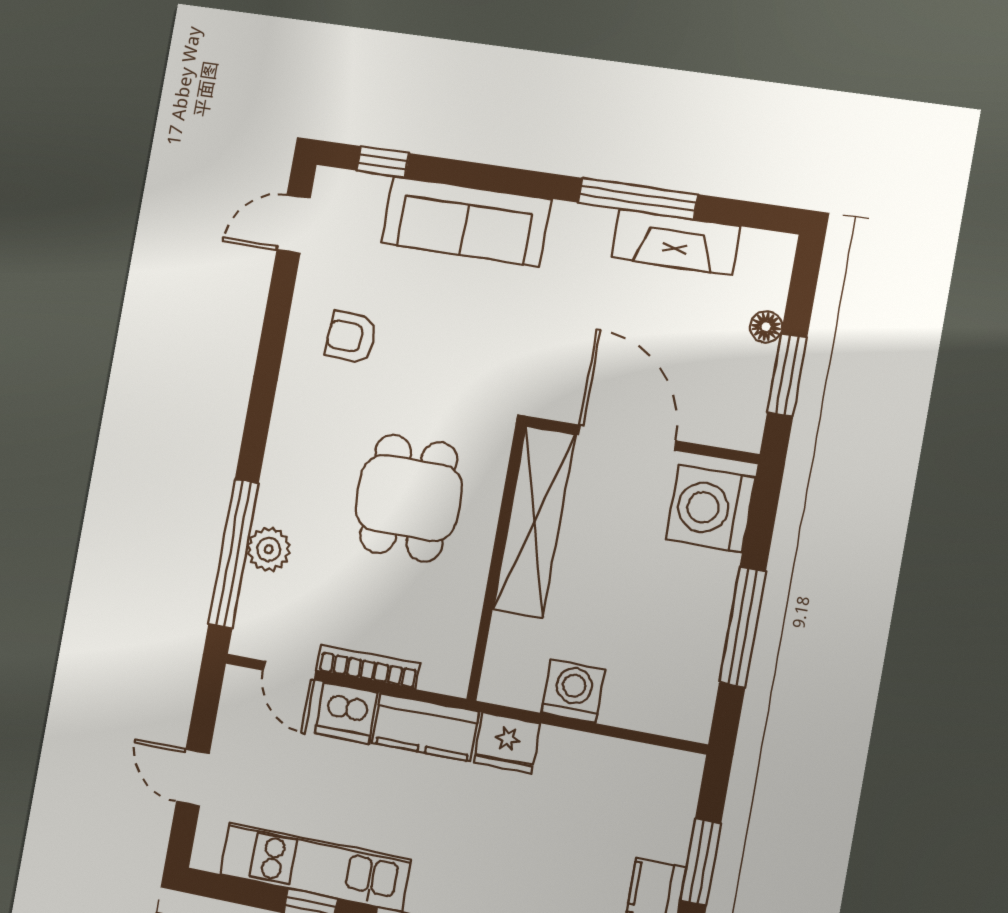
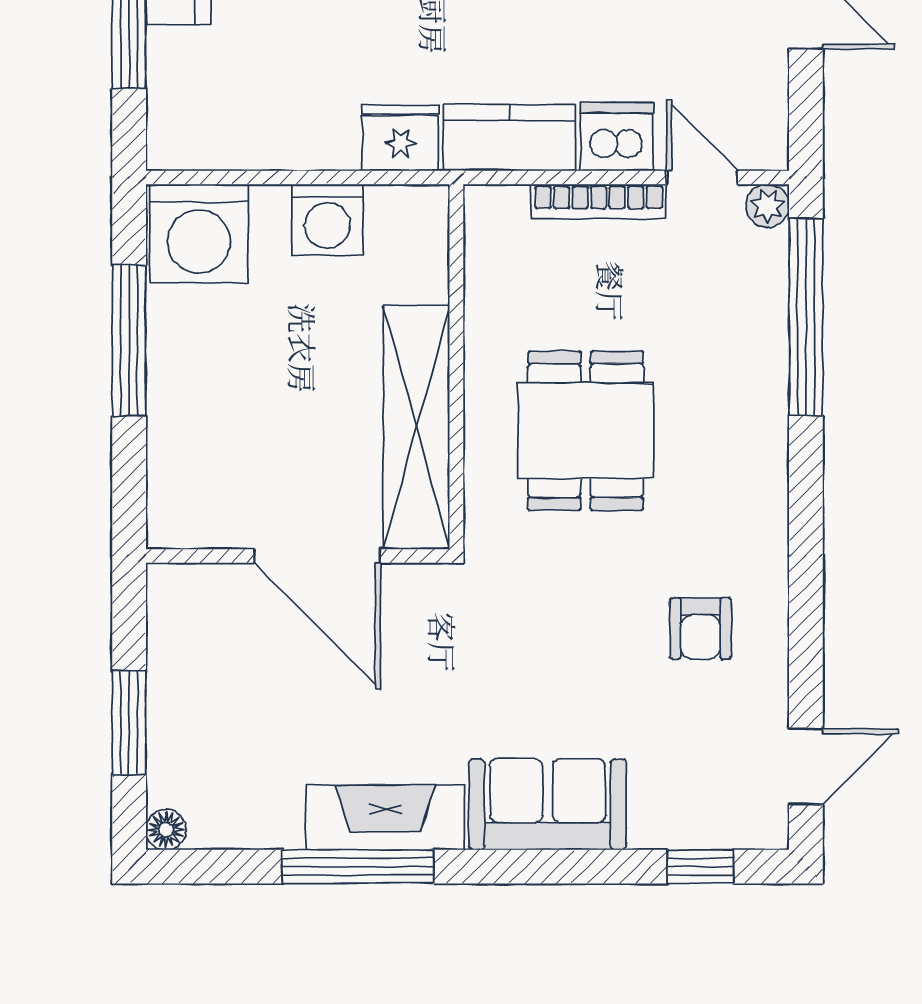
sofa: (466, 221) -> (548, 804), width x0.73
fireplace: (675, 242) -> (385, 817), moved
floor lamp: (766, 327) -> (166, 830), moved
armchair: (351, 337) -> (700, 628), turned 87
window: (787, 375) -> (129, 723), moved
washing machine: (711, 509) -> (199, 234), moved, turned 90
plant: (269, 549) -> (768, 206), moved, width x0.73, depth x0.73

